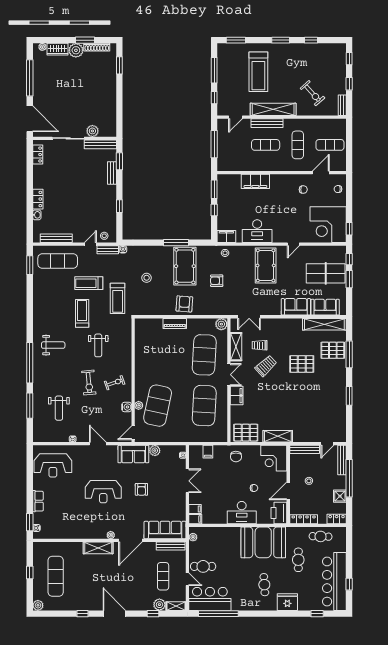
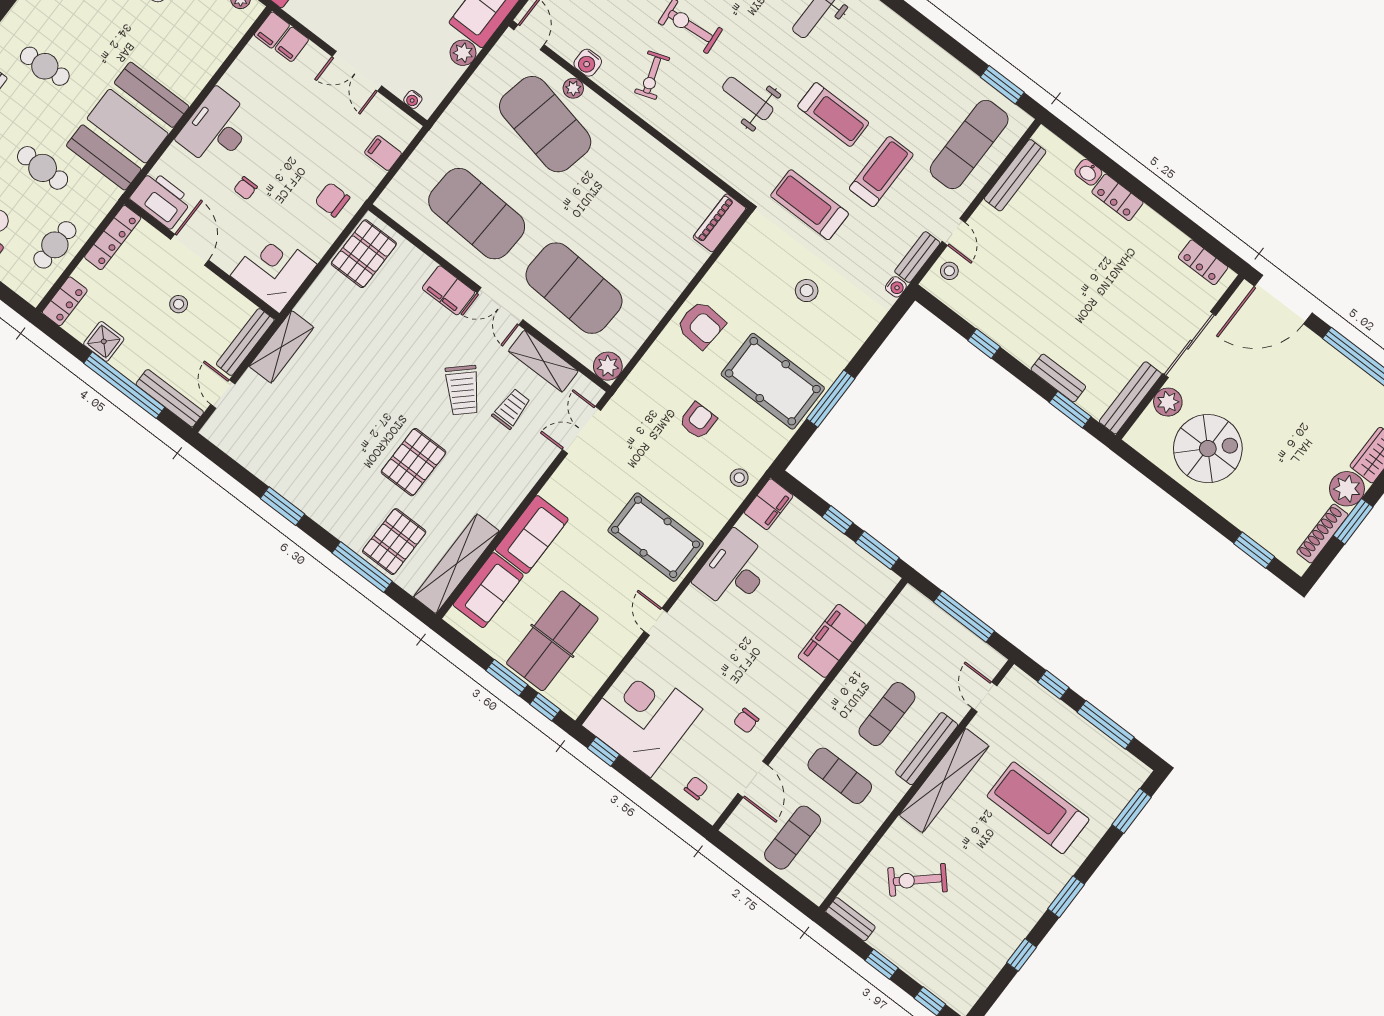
spiral stairs: (98, 106) -> (1208, 449), added
piano: (175, 323) -> (719, 223), moved
shelving: (278, 436) -> (281, 347), moved

